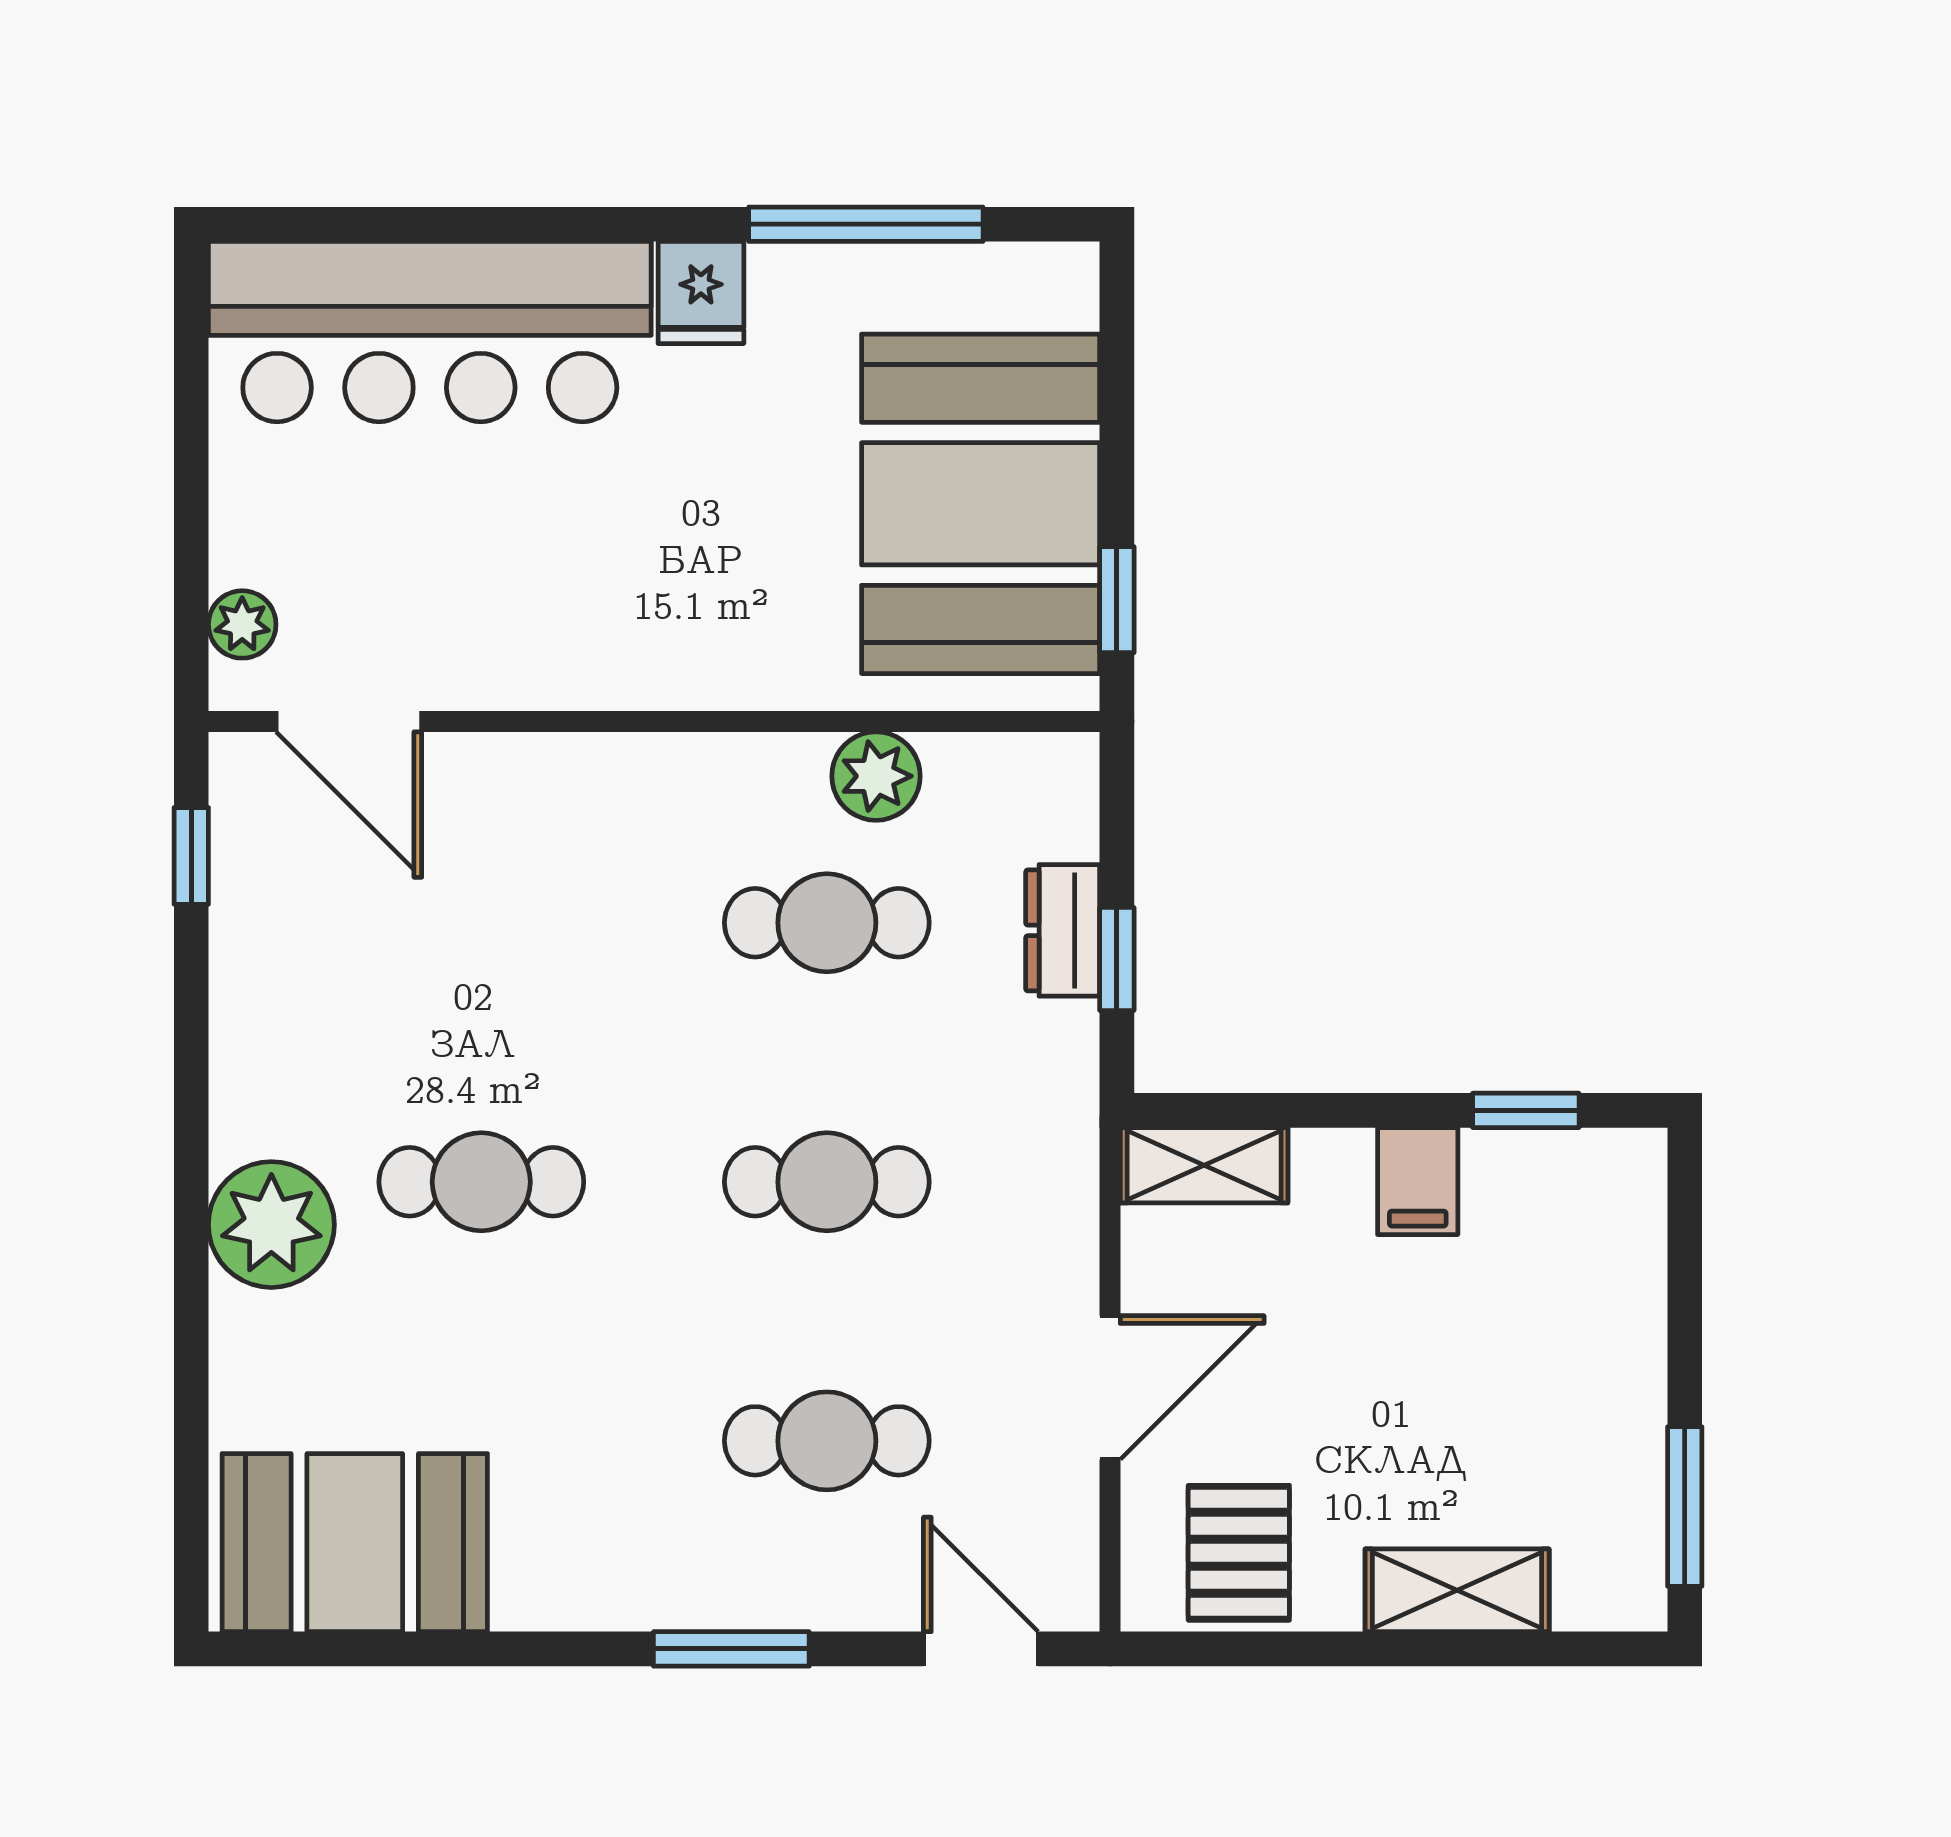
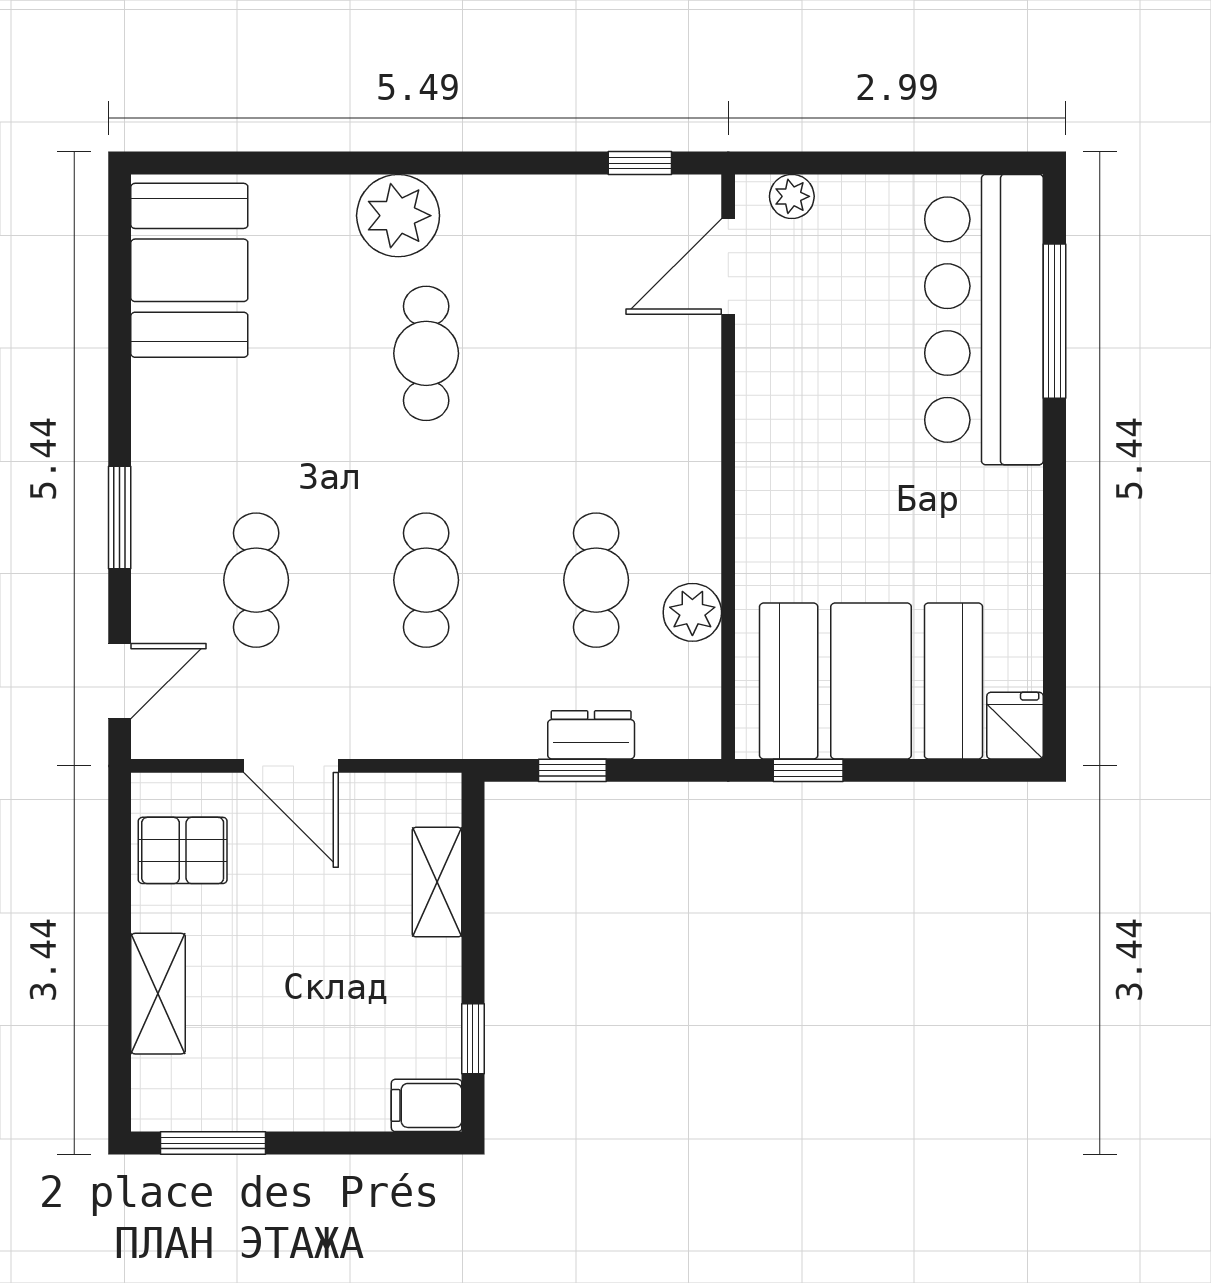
window: (866, 224) -> (1054, 321), moved
fridge: (701, 293) -> (1015, 726), moved, turned 90
shelving: (1204, 1165) -> (437, 882), moved
filing cabinet: (1418, 1181) -> (427, 1105), moved

